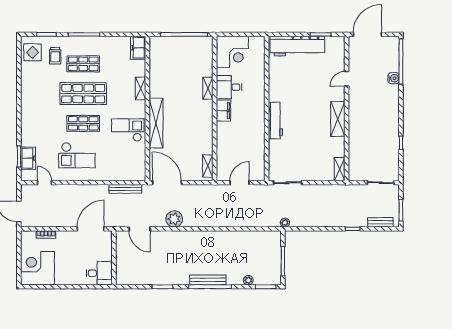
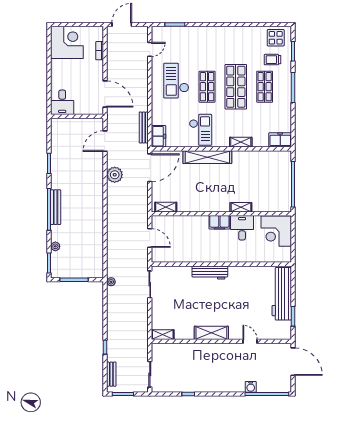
freezer: (28, 158) -> (159, 136), moved, turned -90

